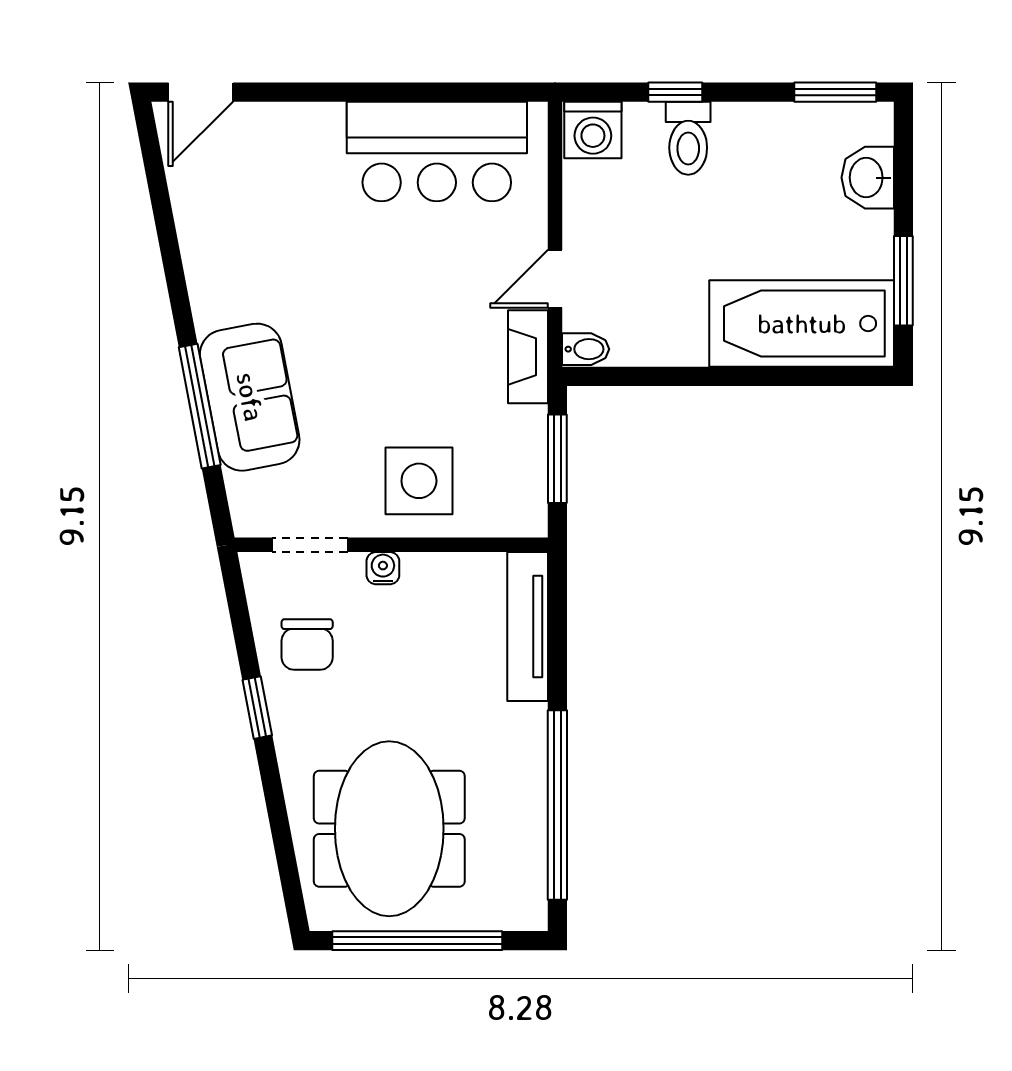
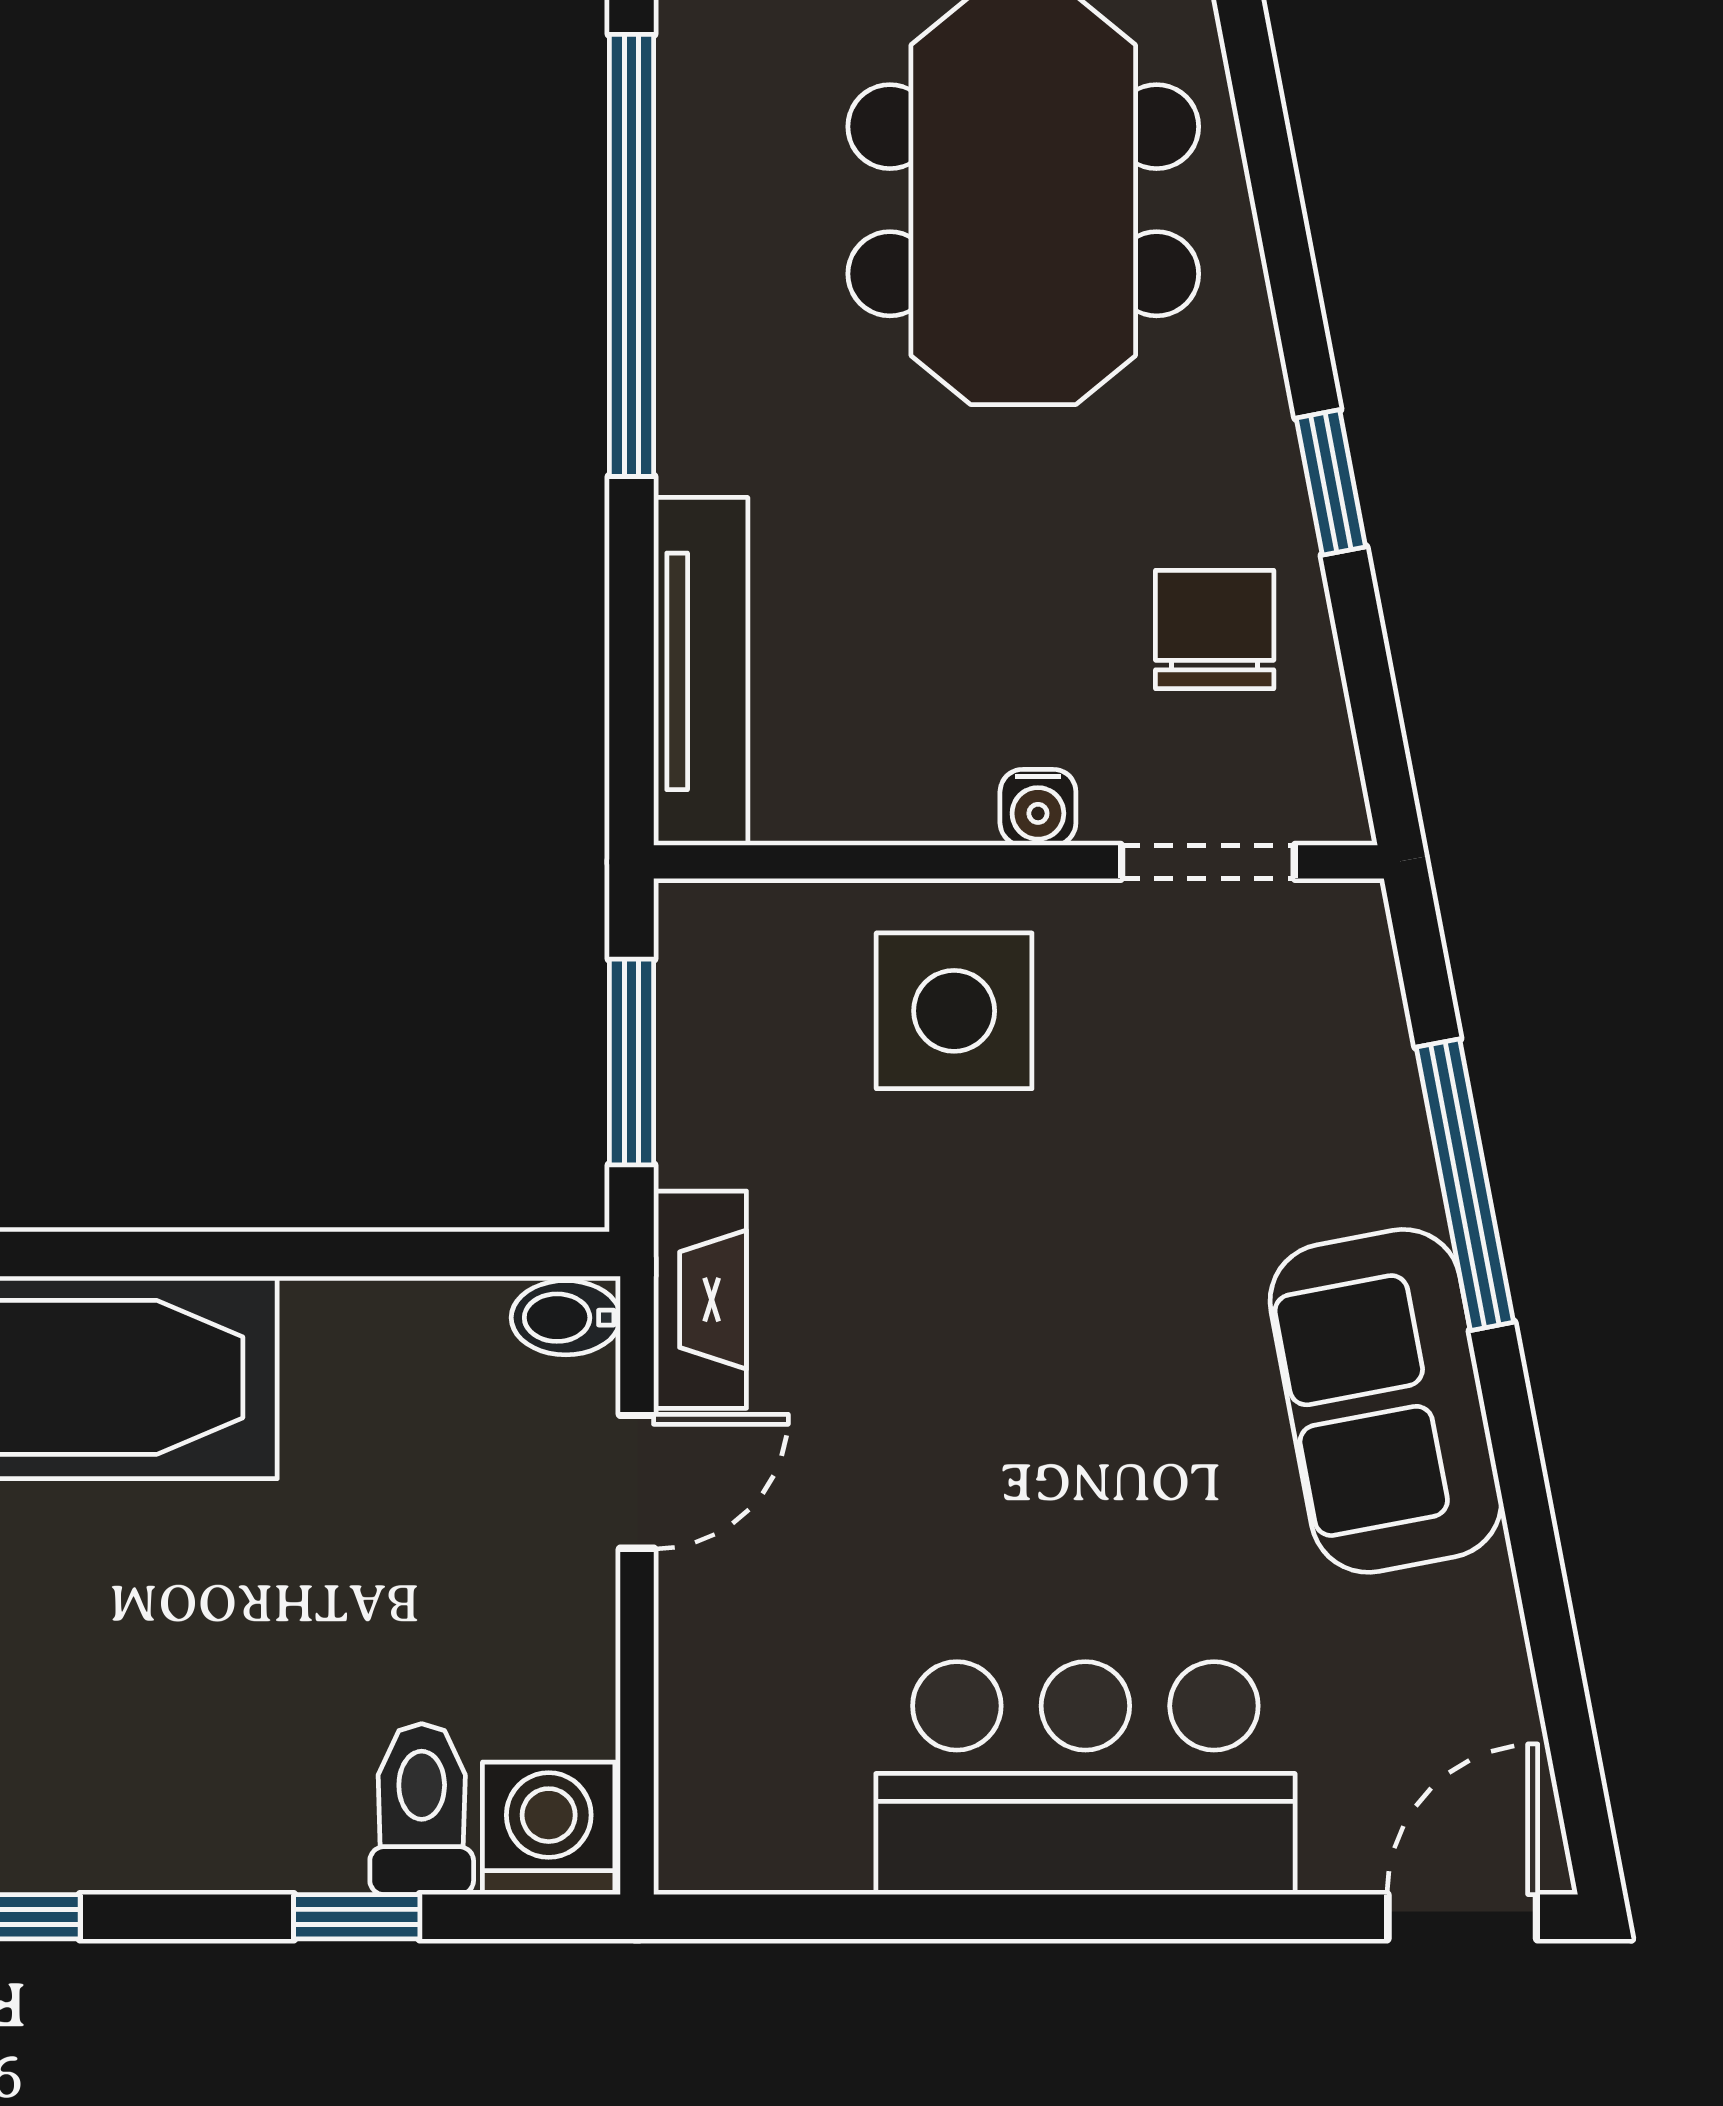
toilet: (688, 138) -> (422, 1809), moved
bar counter: (437, 151) -> (1085, 1778), moved
sofa: (250, 397) -> (1386, 1401), moved

